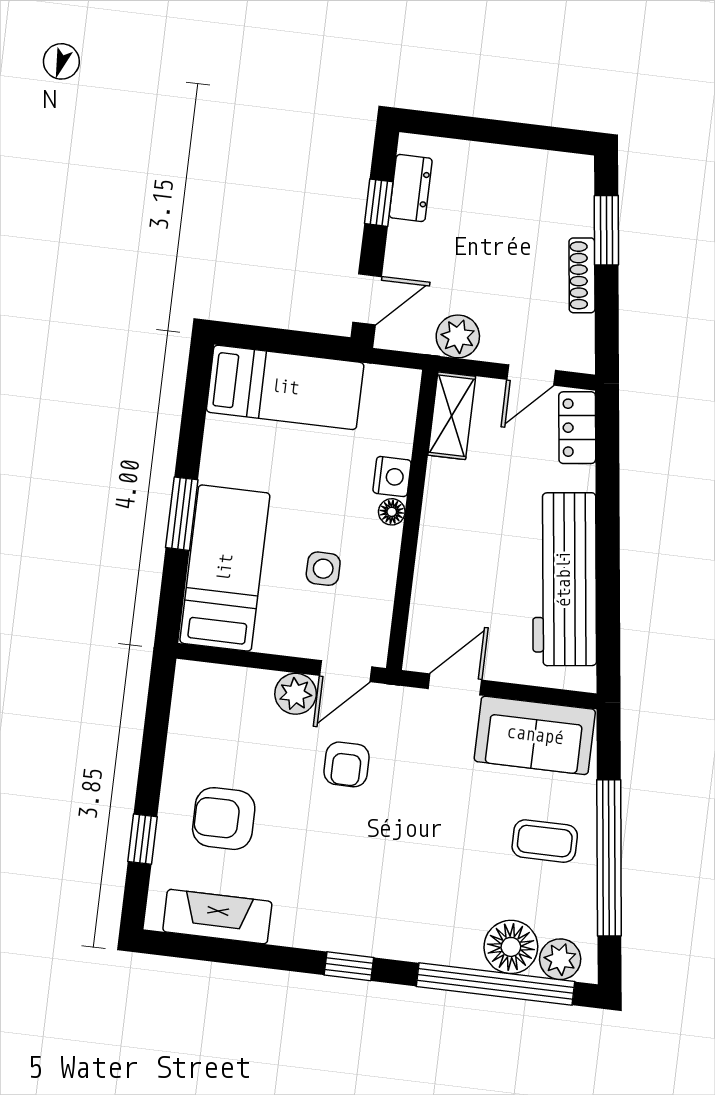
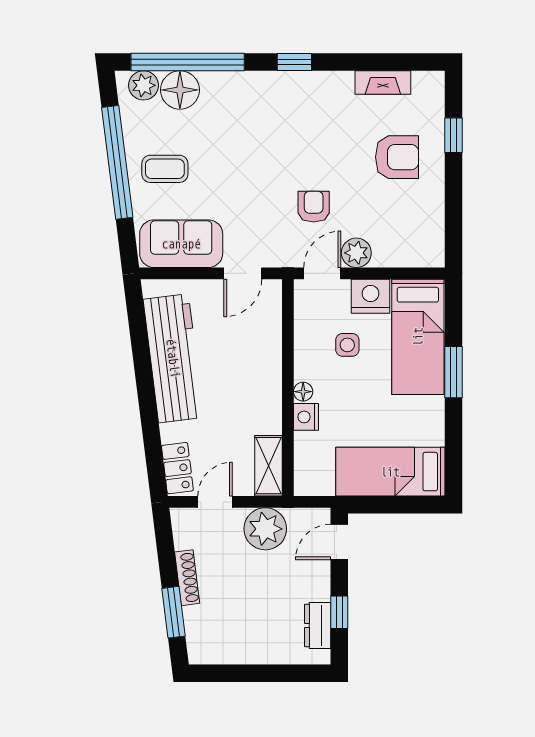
plant: (458, 336) -> (265, 529), width x1.36, depth x1.36
nightstand: (283, 632) -> (371, 296), added
fireplace: (217, 917) -> (383, 82), width x0.73, depth x0.76

